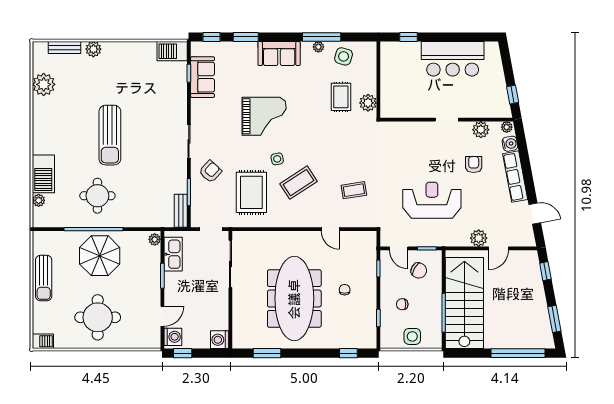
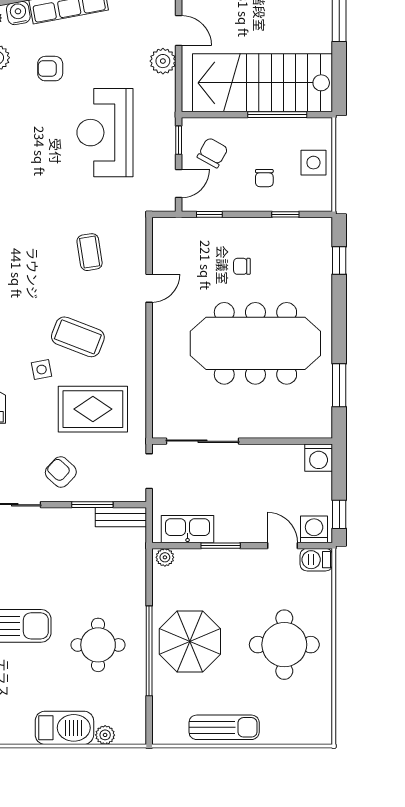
coffee table: (299, 183) -> (78, 337), turned -36
barbecue: (43, 341) -> (316, 560), moved, turned -90

